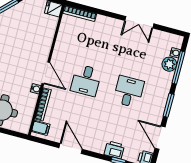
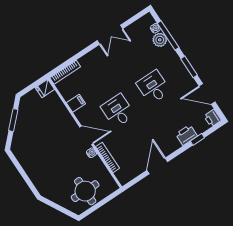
desk: (86, 80) -> (118, 111), turned 180
filing cabinet: (41, 128) -> (76, 103), moved
door: (71, 149) -> (157, 166), hinge flipped

